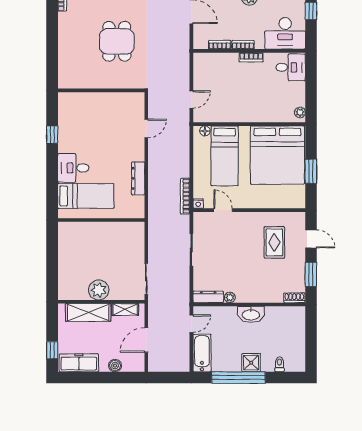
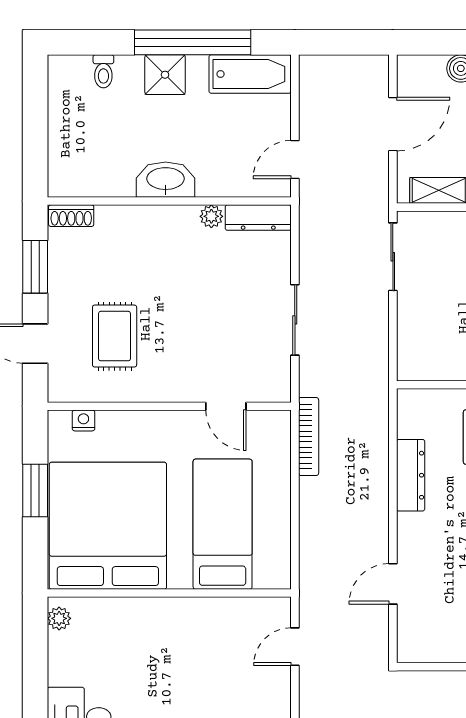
floor lamp: (205, 131) -> (265, 578), removed
nightstand: (198, 204) -> (83, 420), moved
bathtub: (202, 353) -> (250, 74), moved, turned -90

